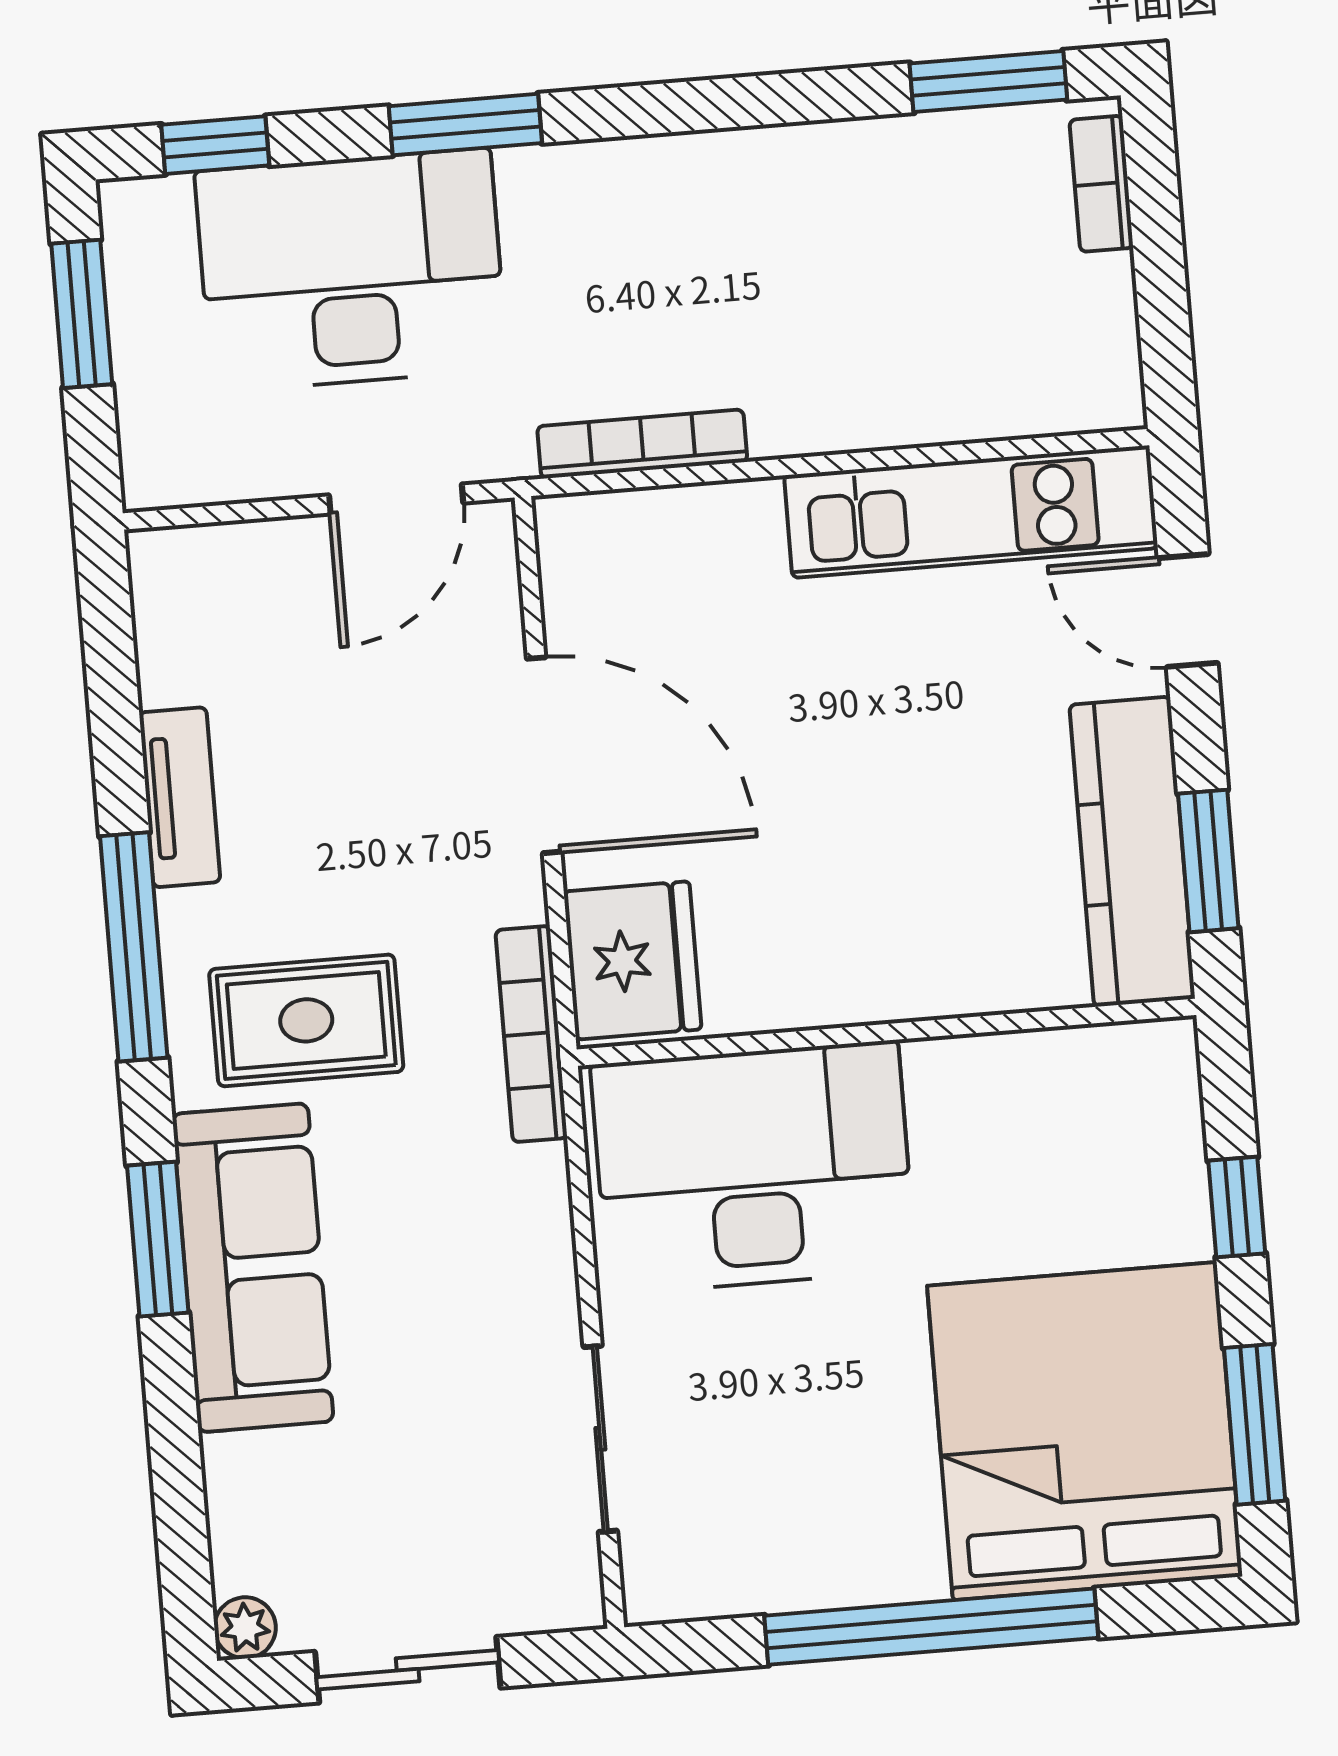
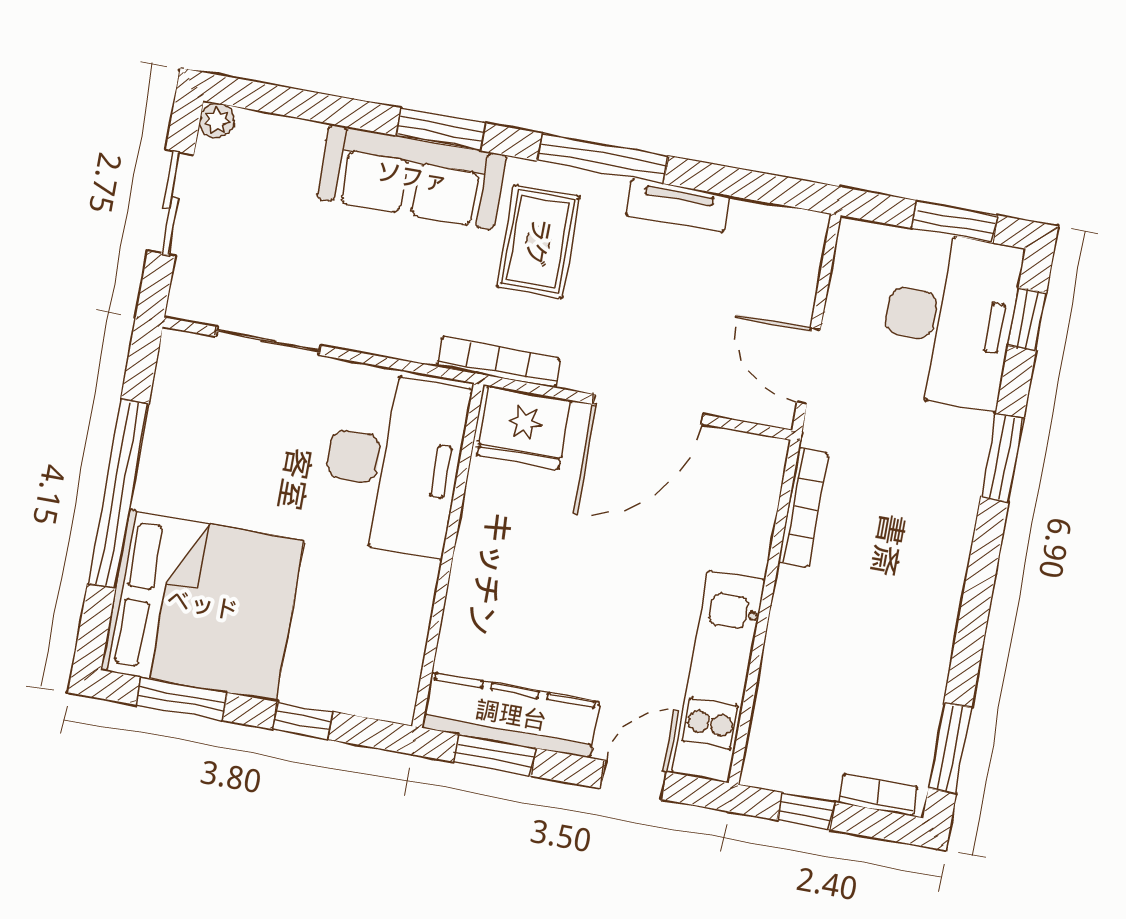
desk: (351, 270) -> (949, 320), moved
window: (1162, 300) -> (806, 811), added

